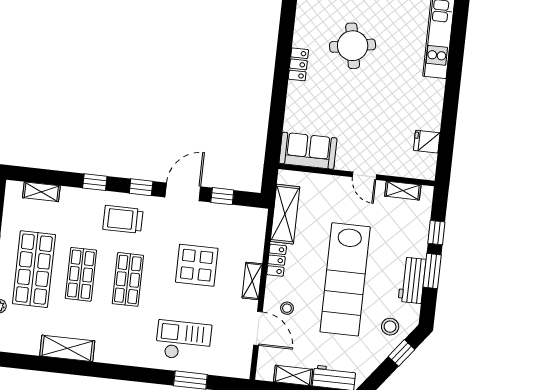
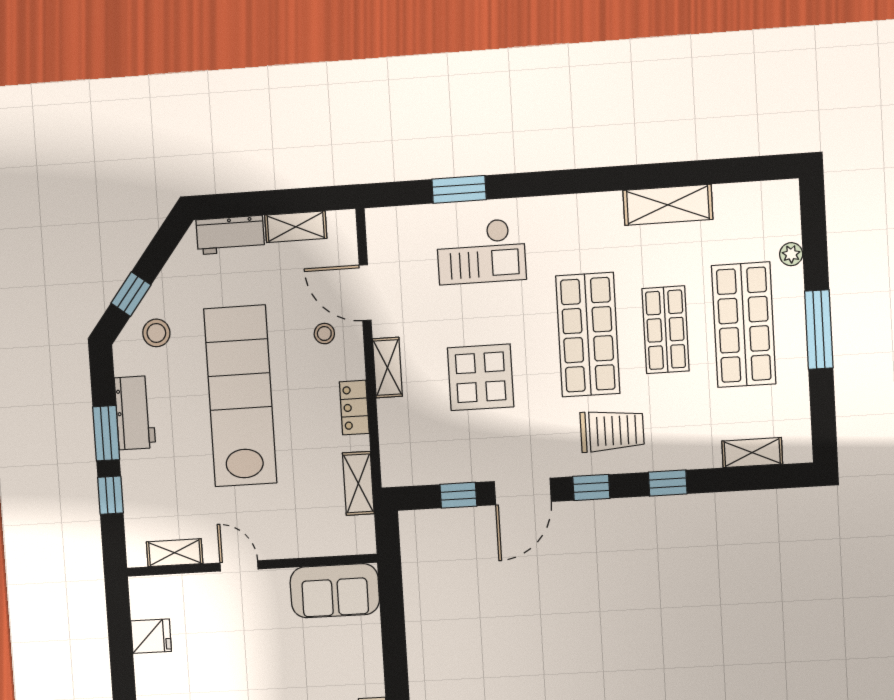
shelving: (285, 214) -> (358, 483), width x0.67, depth x0.75
shop shelf: (128, 279) -> (588, 335), width x1.43, depth x1.36

